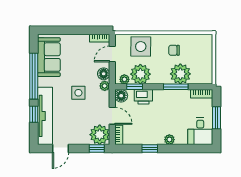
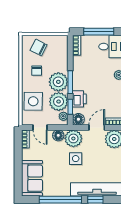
chair: (199, 52) -> (39, 47), added
sofa: (49, 57) -> (32, 178), moved, turned 90
plant: (180, 74) -> (58, 82), moved
plant: (105, 86) -> (73, 138), width x1.87, depth x1.87
window: (176, 87) -> (70, 82), moved
window: (216, 118) -> (99, 32), width x1.44

